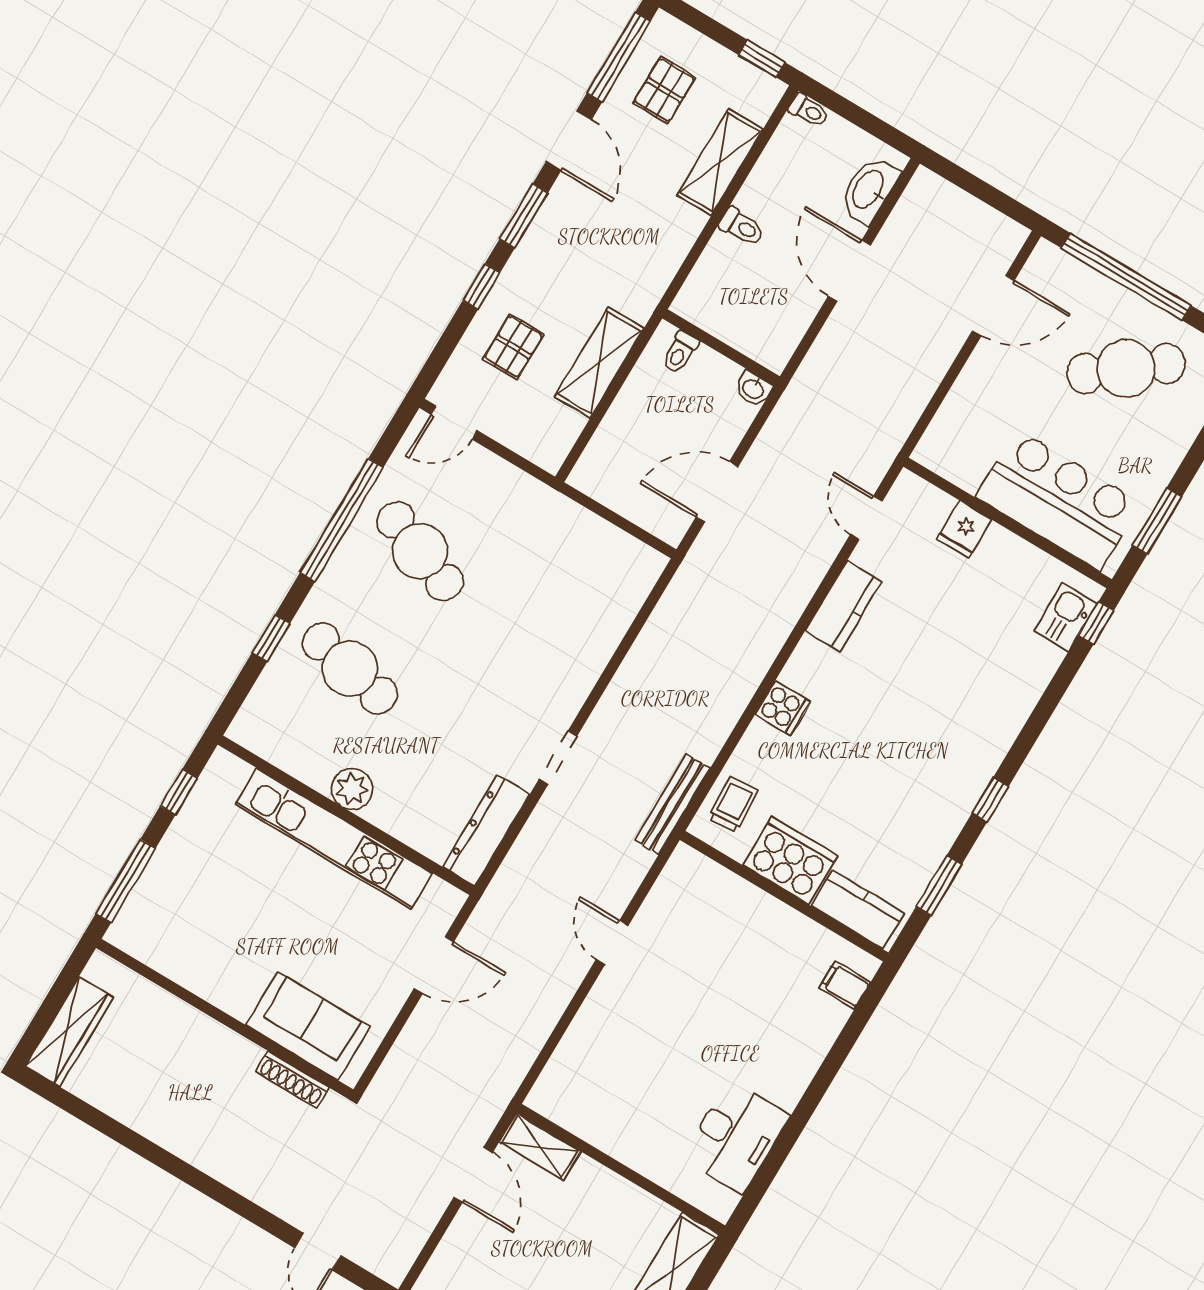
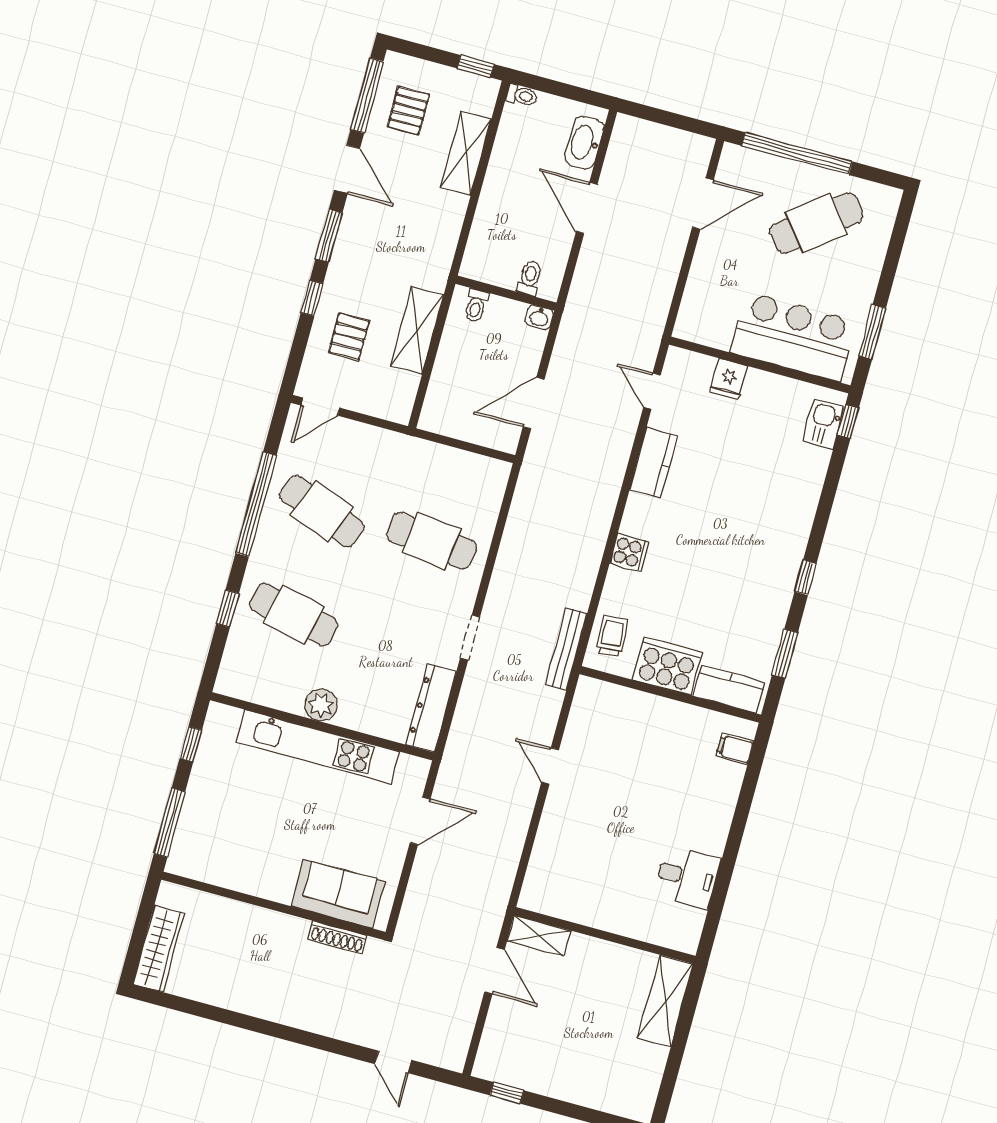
toilet: (742, 227) -> (530, 278), moved, turned -90
cafe table: (544, 626) -> (431, 541), added
desk: (736, 1137) -> (687, 877), width x0.73

